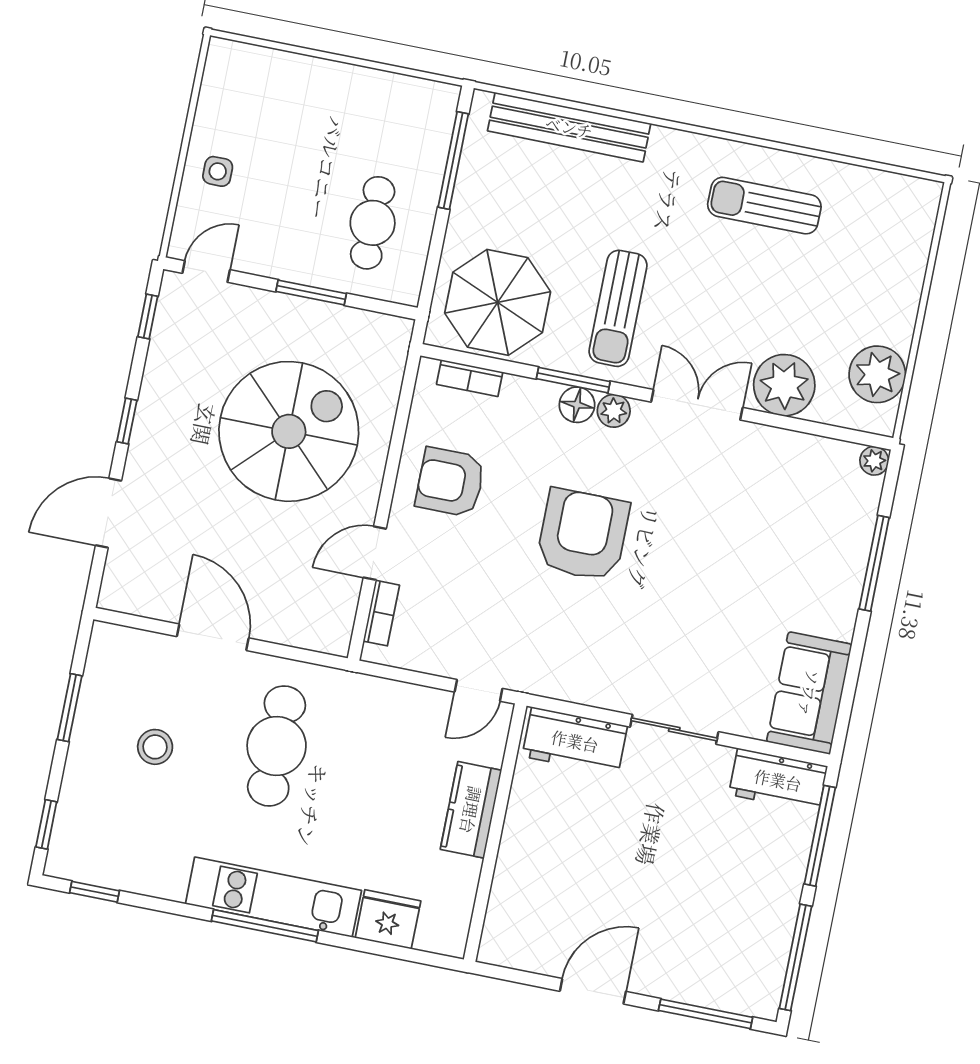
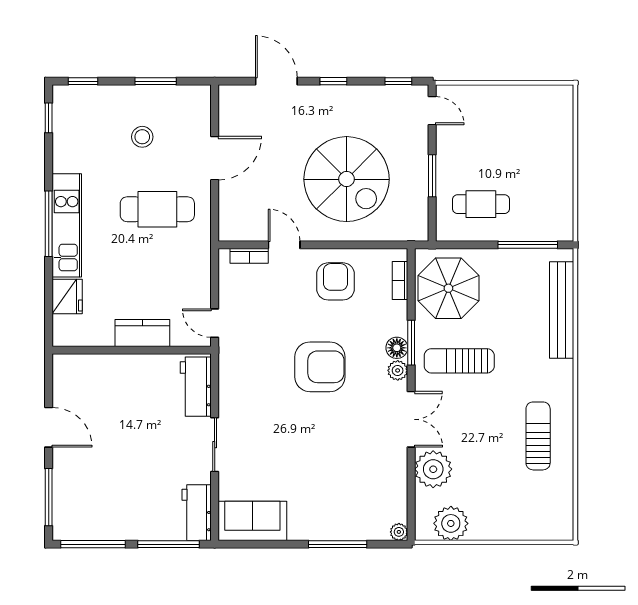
side table: (218, 171) -> (493, 106), removed

